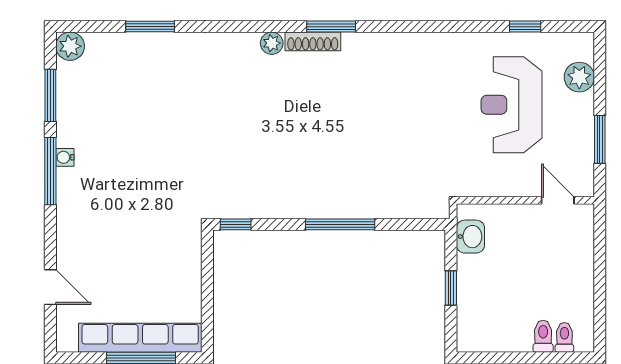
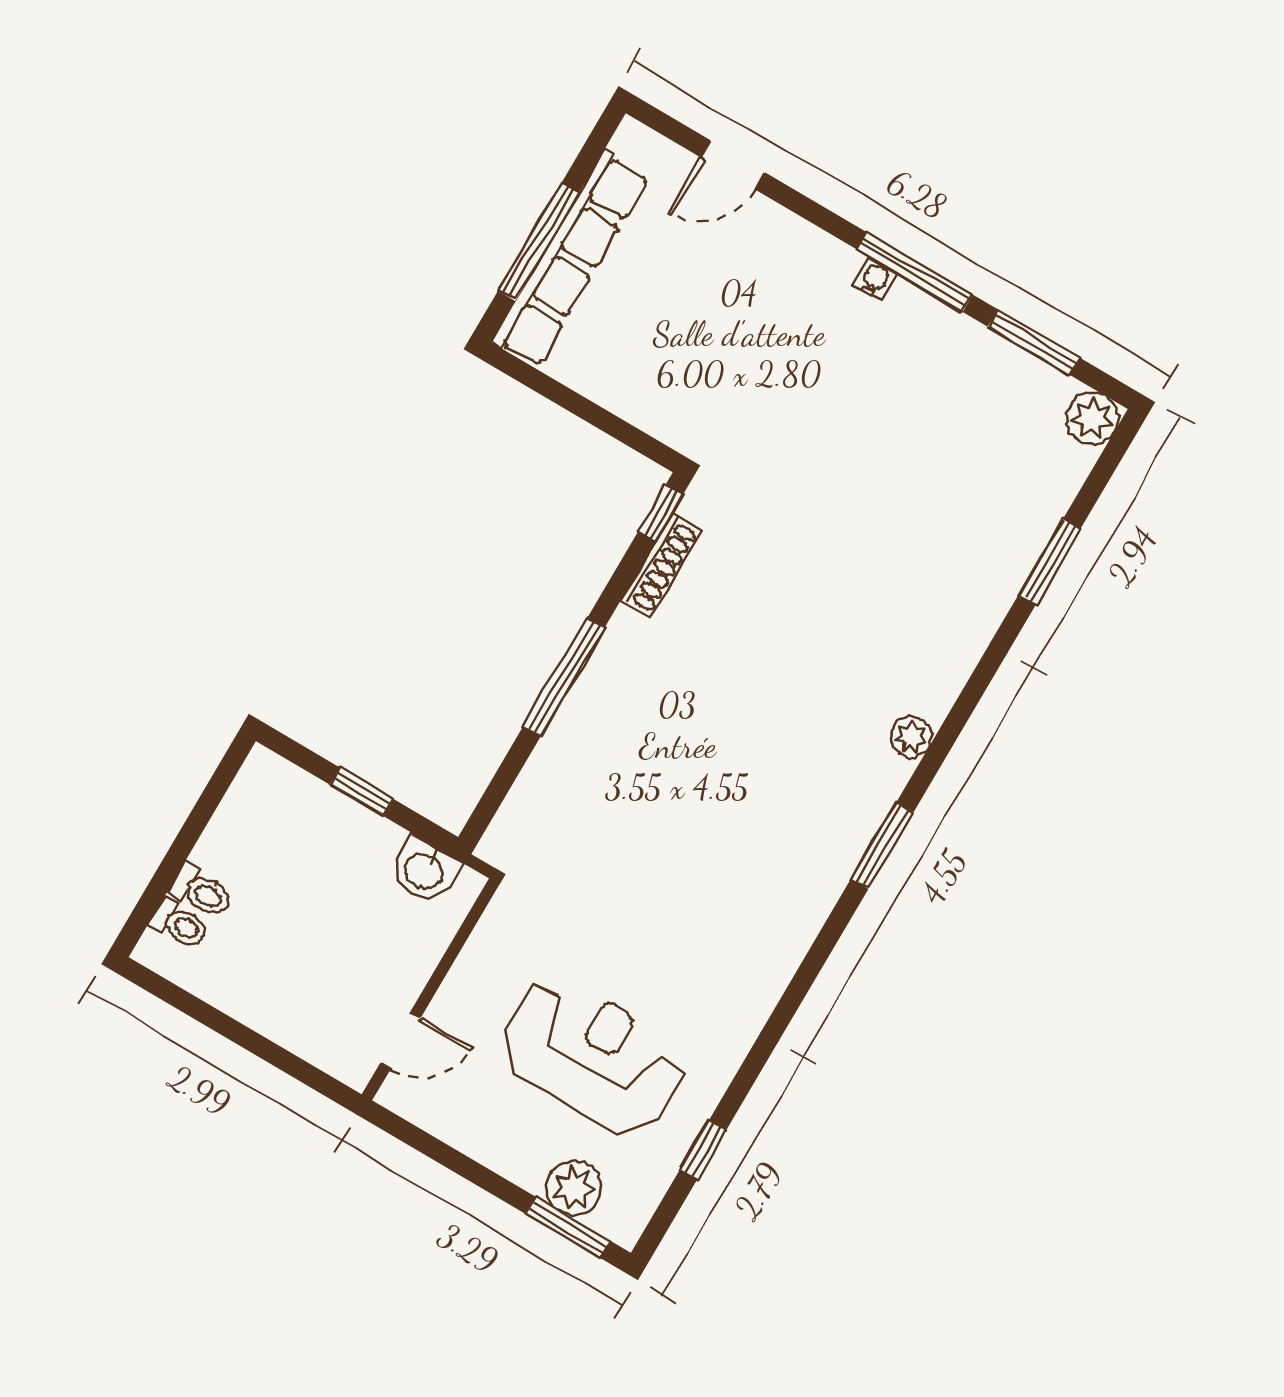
shoe rack: (313, 41) -> (661, 565), moved, turned 180
window: (600, 139) -> (569, 1228), moved
water cooler: (65, 157) -> (875, 279), moved

